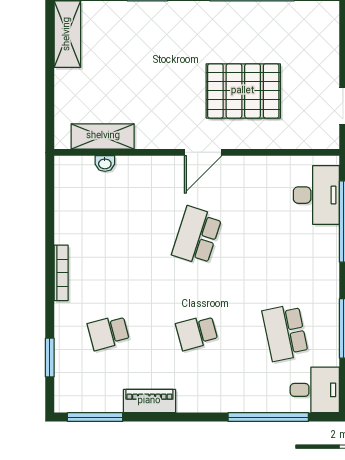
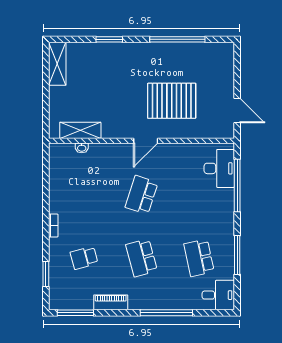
bookcase: (61, 273) -> (53, 226), width x0.64
school desk: (197, 333) -> (141, 258), width x1.85
window: (268, 417) -> (166, 313), moved

